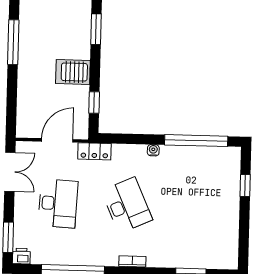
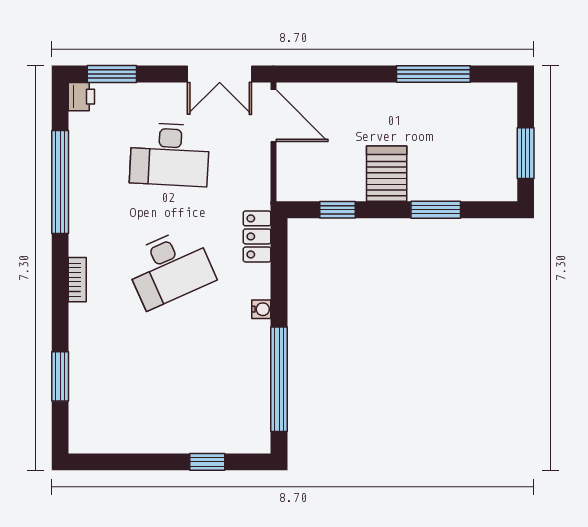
window: (96, 29) -> (436, 210), moved
door: (57, 140) -> (273, 116), moved
locker: (94, 151) -> (257, 236), moved

